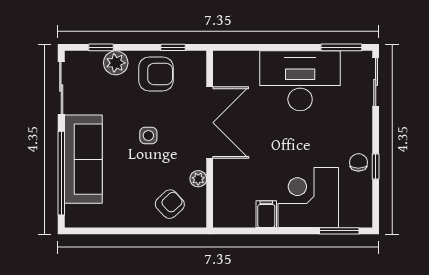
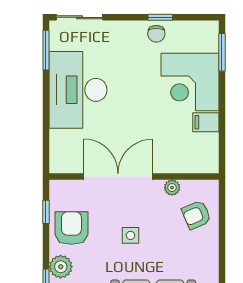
chair: (358, 162) -> (156, 34), turned -90
armchair: (170, 204) -> (196, 215), turned -70

